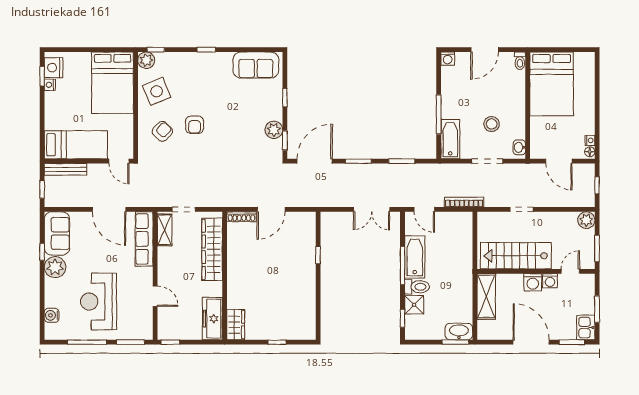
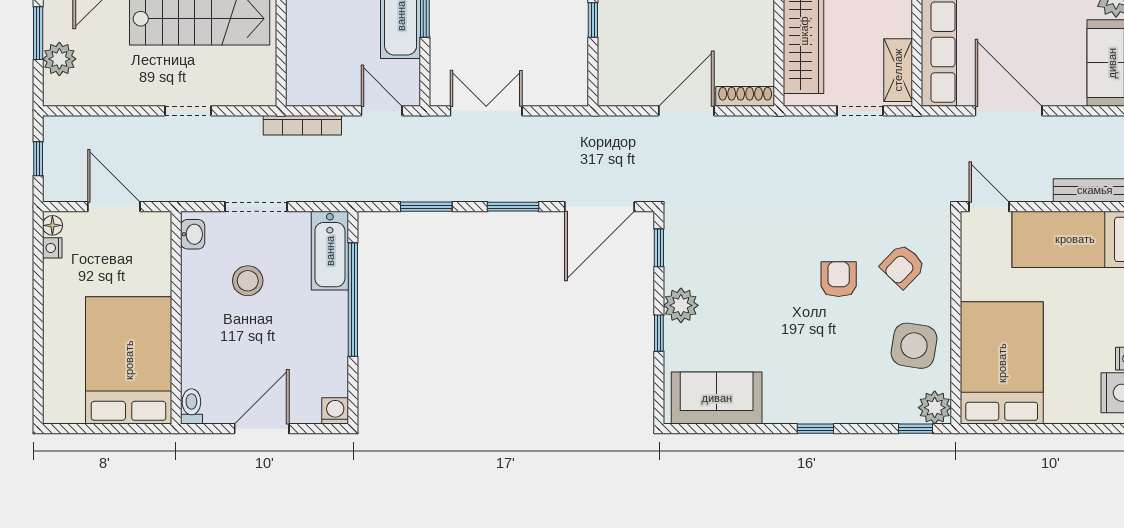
side table: (157, 91) -> (914, 346), turned 31
window: (439, 114) -> (353, 300), width x1.46
plant: (274, 130) -> (681, 305), moved
plant: (586, 220) -> (59, 59), moved

